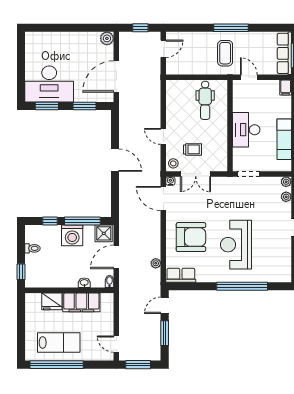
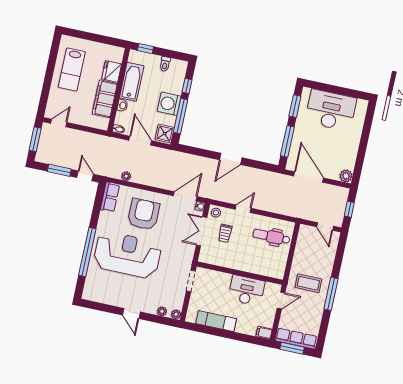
desk: (49, 84) -> (331, 110), moved, turned 90
dental chair: (205, 100) -> (271, 237), moved
window: (85, 106) -> (287, 141), width x1.44
desk: (246, 130) -> (246, 290), moved
armchair: (191, 237) -> (144, 214), turned 180
reception desk: (236, 245) -> (127, 255), width x1.36, depth x1.30
bathtub: (58, 279) -> (132, 82), added
window: (57, 365) -> (52, 63), removed

